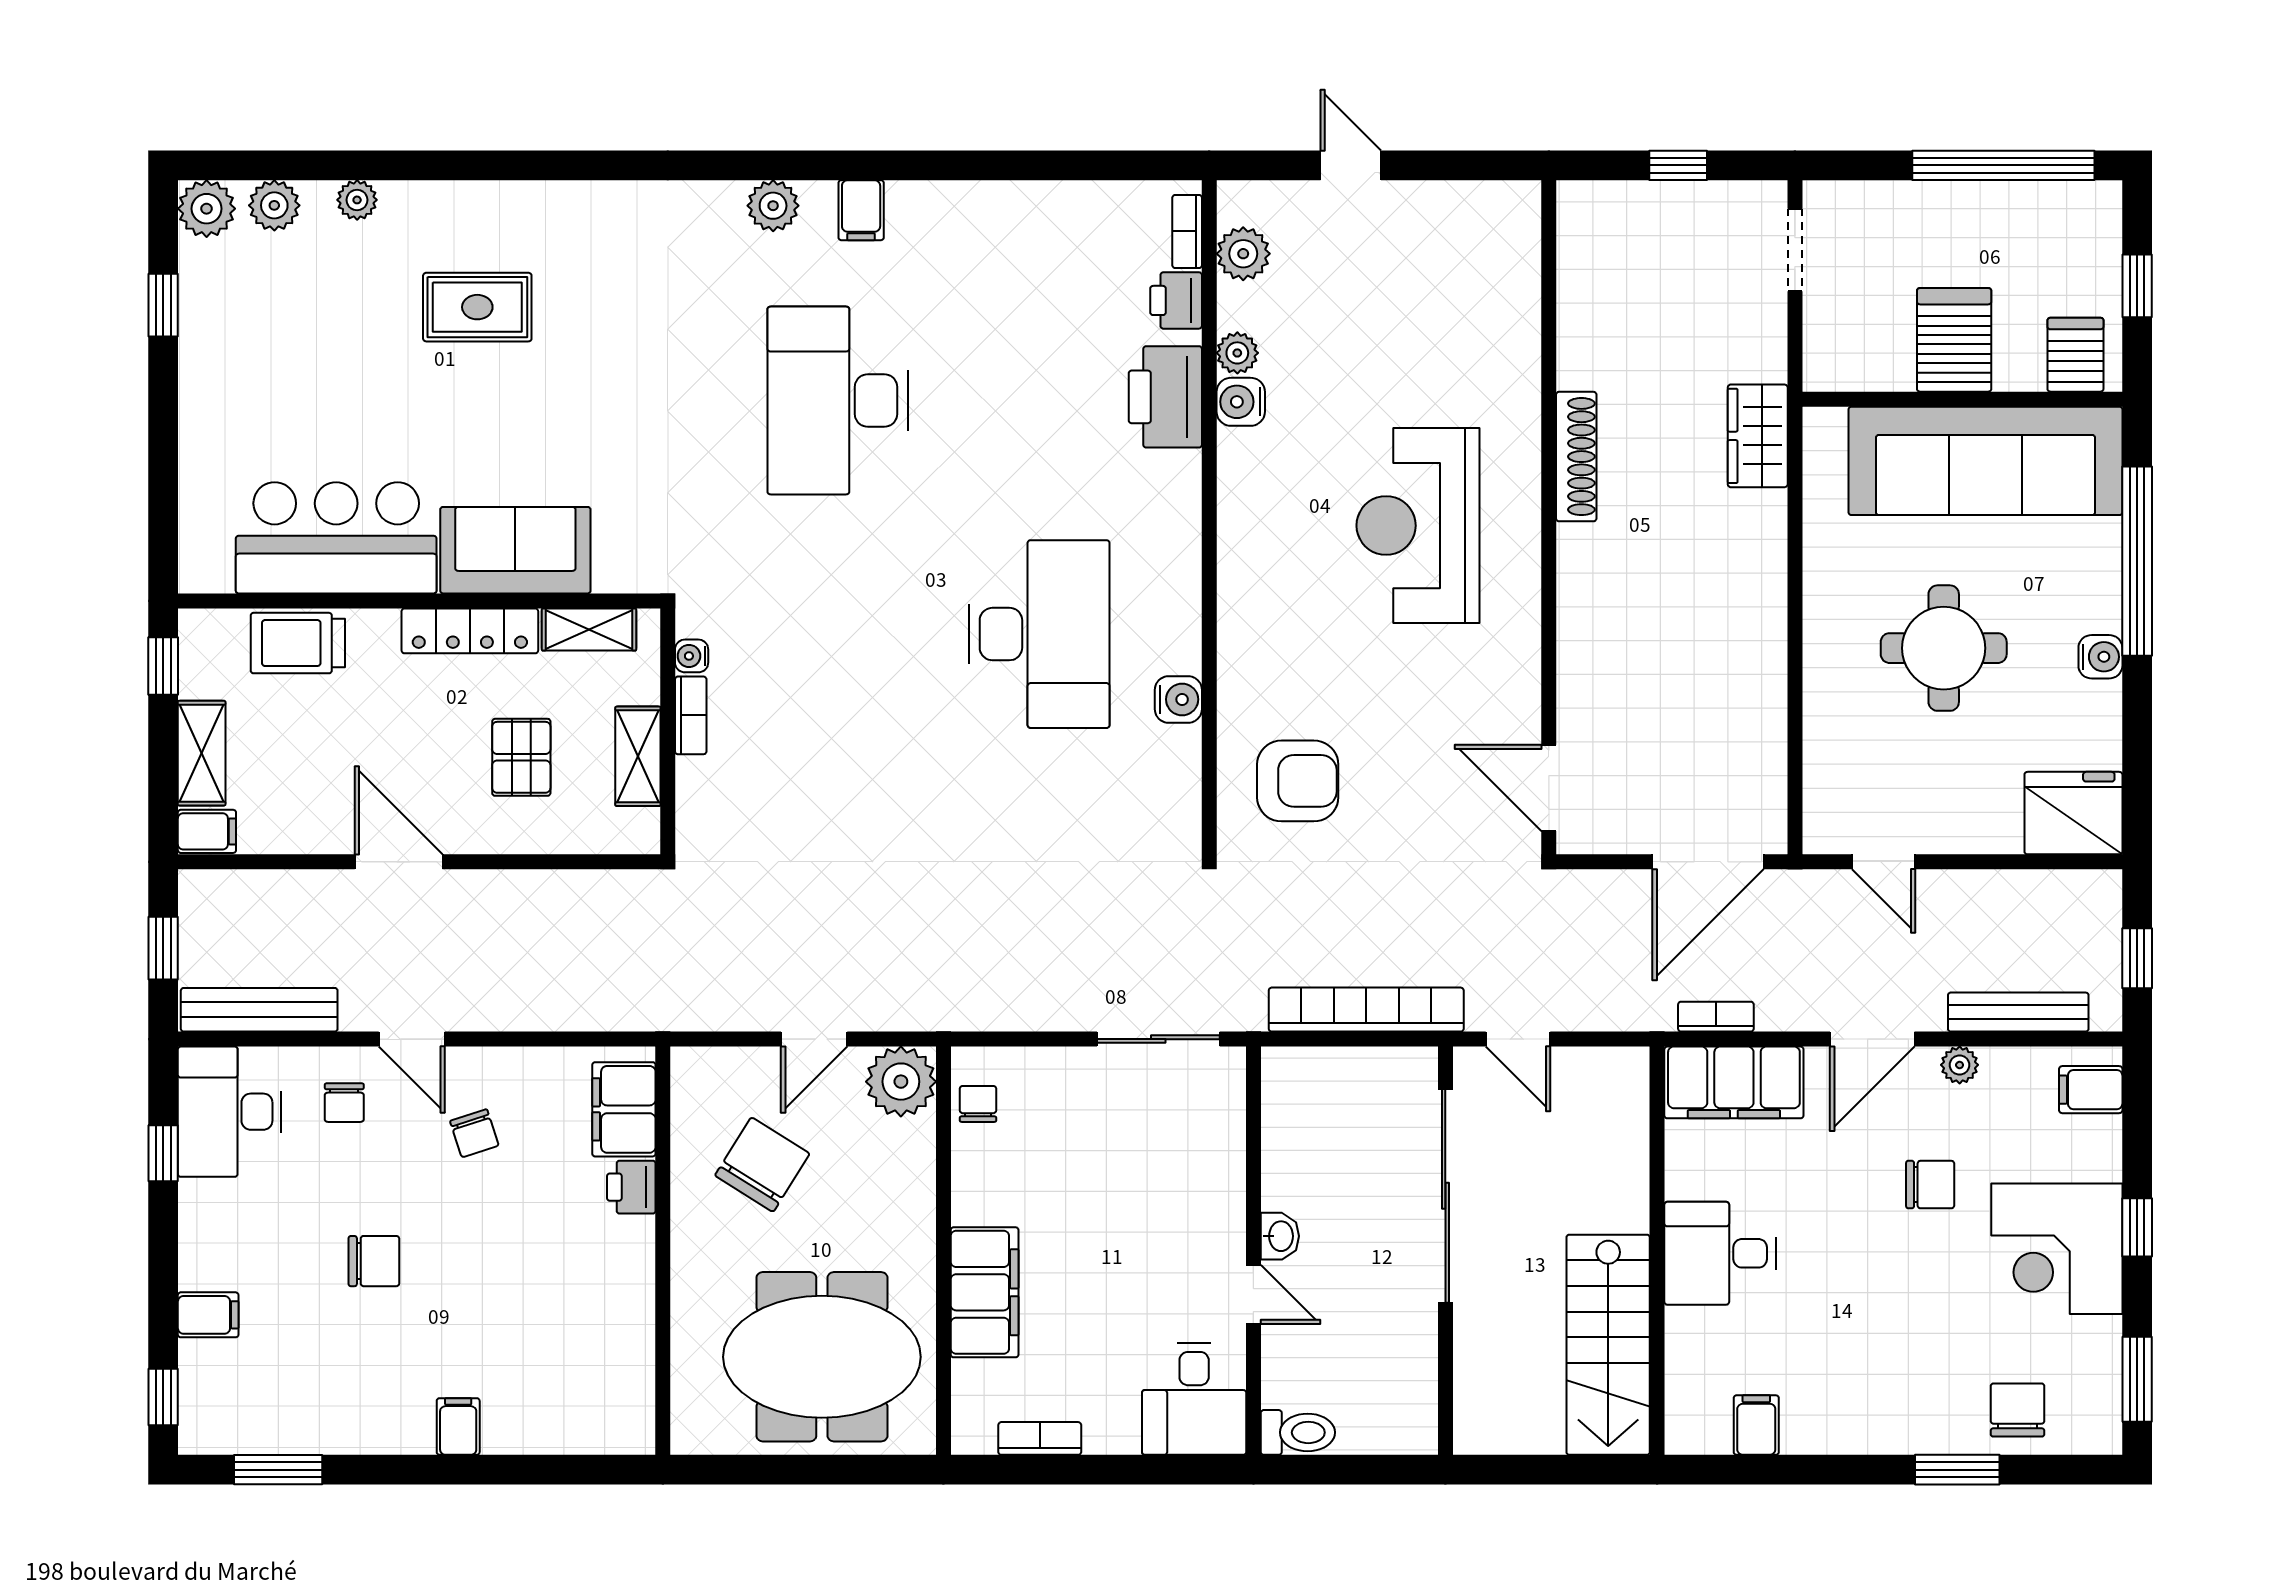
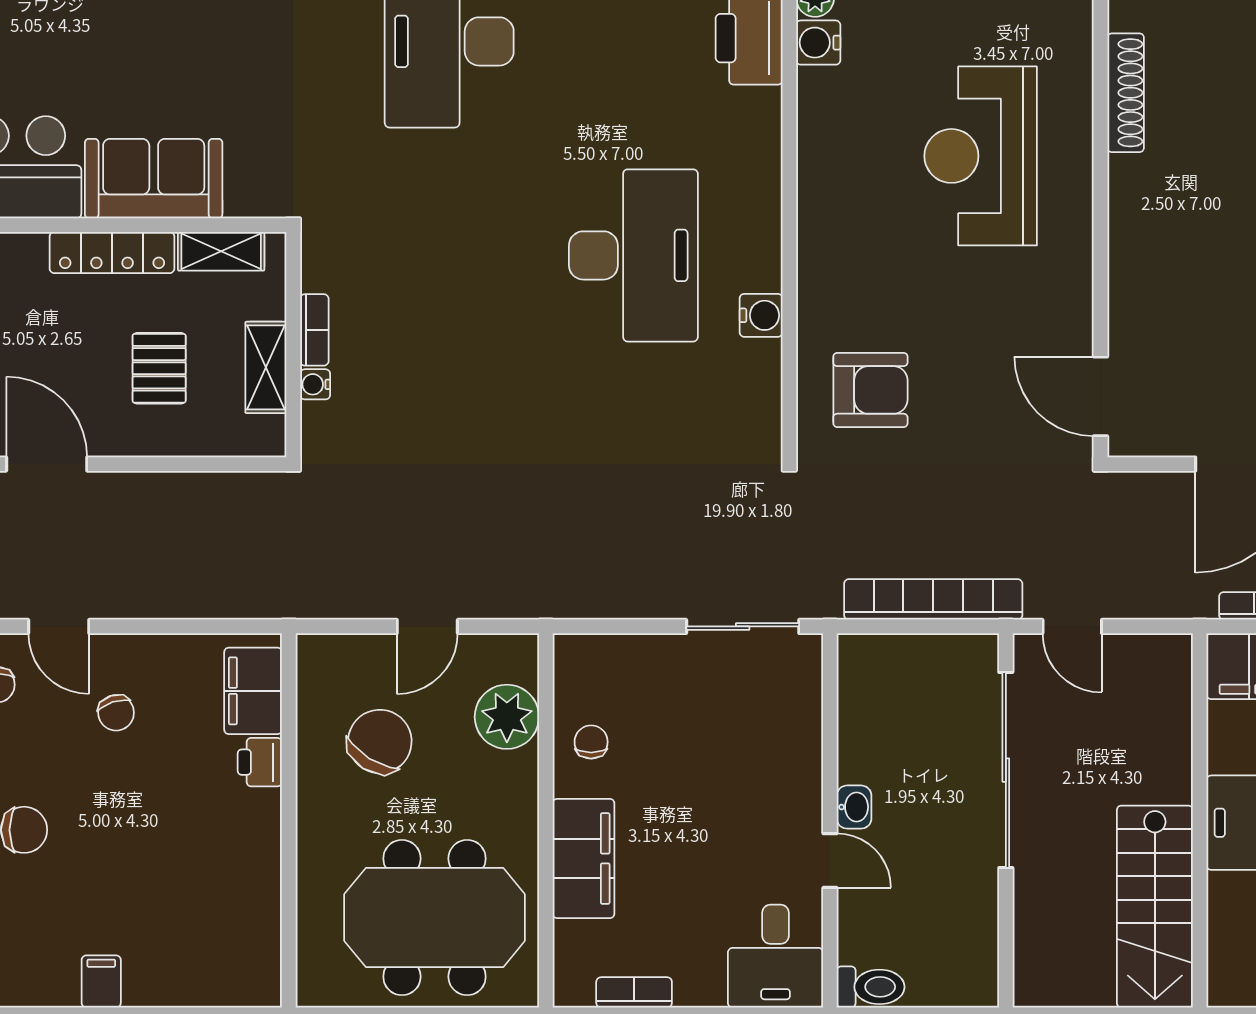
water cooler: (692, 656) -> (315, 384), moved
plant: (901, 1082) -> (507, 717), moved
chair: (978, 1104) -> (591, 742), moved

